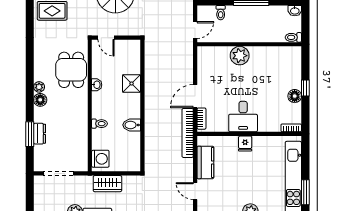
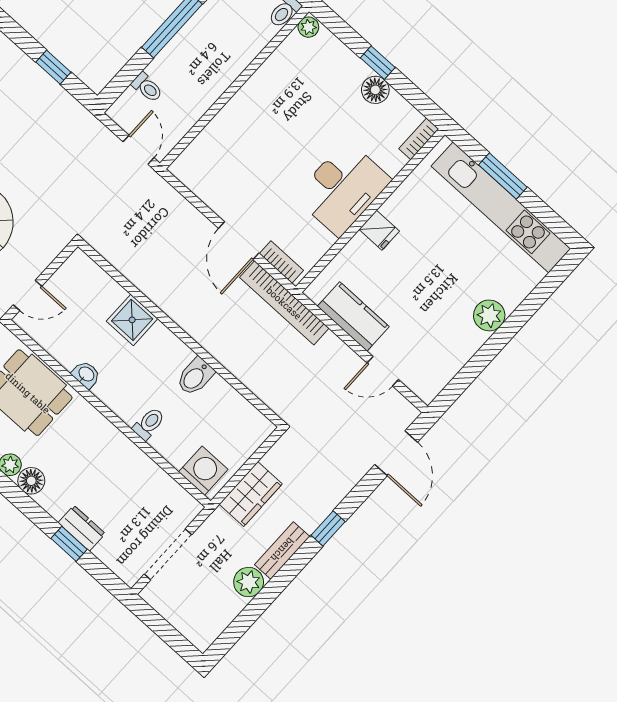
plant: (240, 56) -> (308, 27), moved, width x0.53, depth x0.53
desk: (243, 117) -> (343, 188), width x1.37
window: (30, 134) -> (69, 544), width x0.67
window: (305, 192) -> (503, 176), moved

